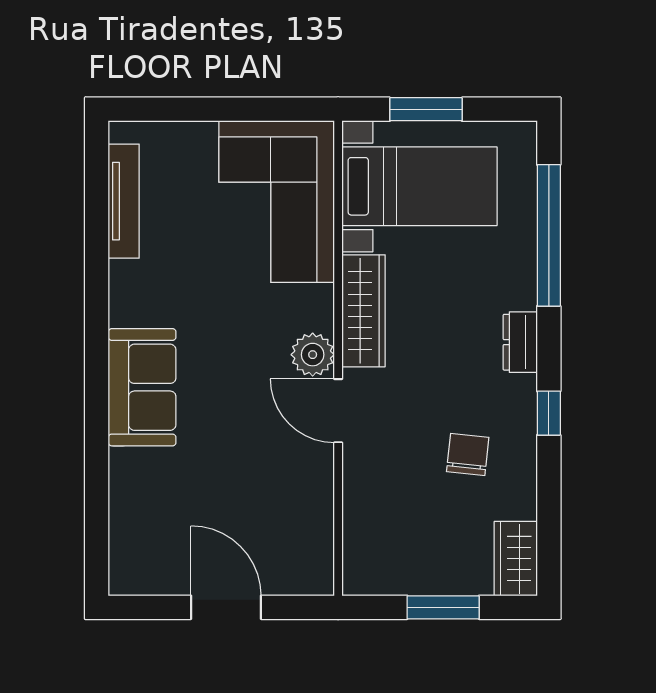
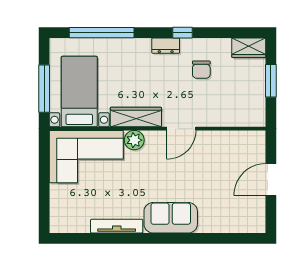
window: (426, 109) -> (44, 89), width x1.44
tv unit: (124, 201) -> (117, 226), moved
dresser: (520, 342) -> (166, 46), moved
plant: (313, 355) -> (134, 140), moved
chair: (468, 455) -> (201, 70), turned -96

